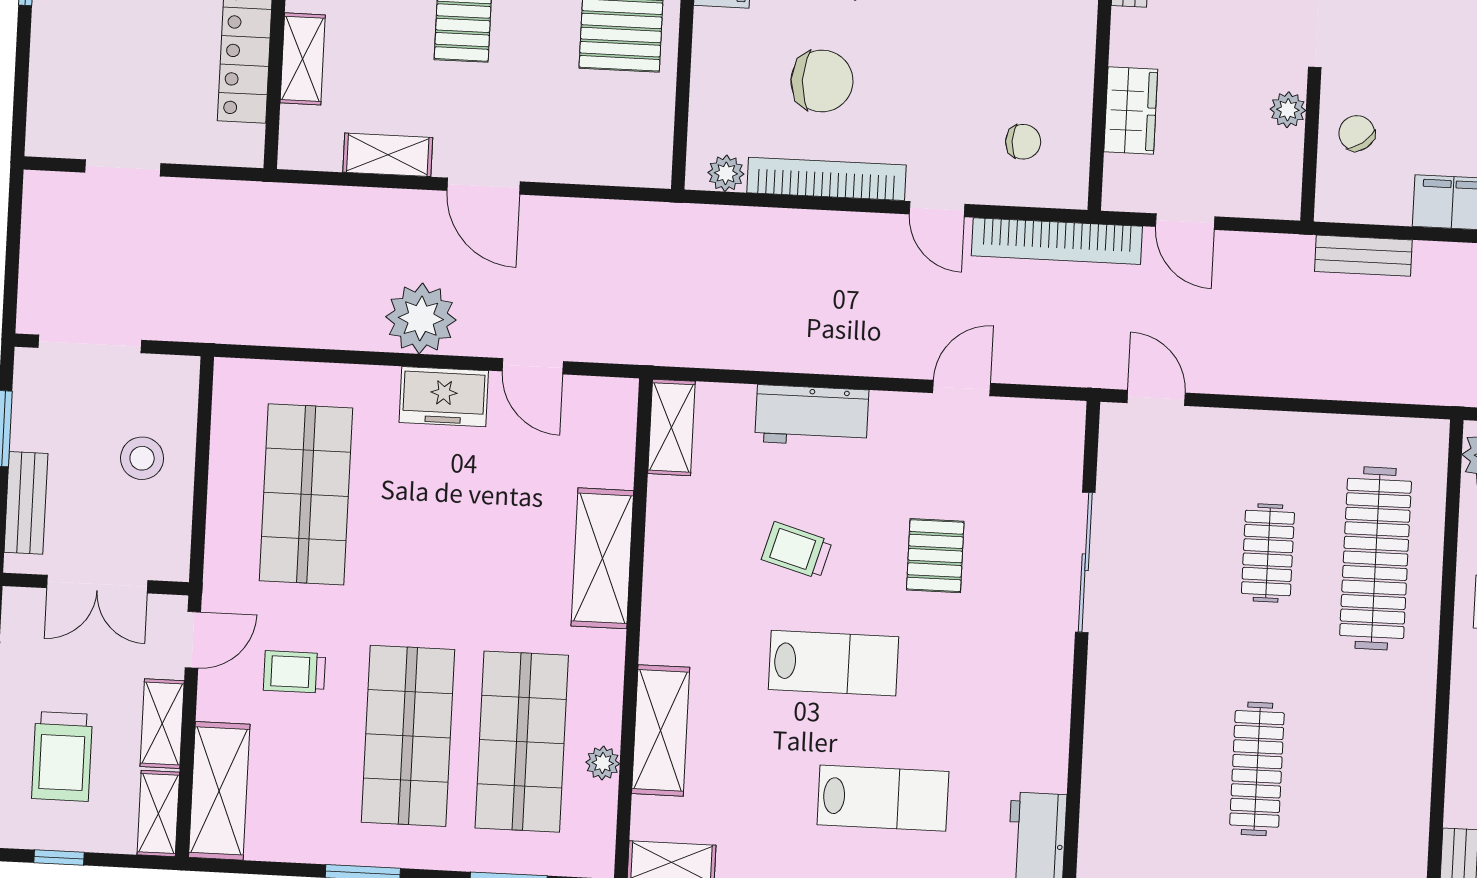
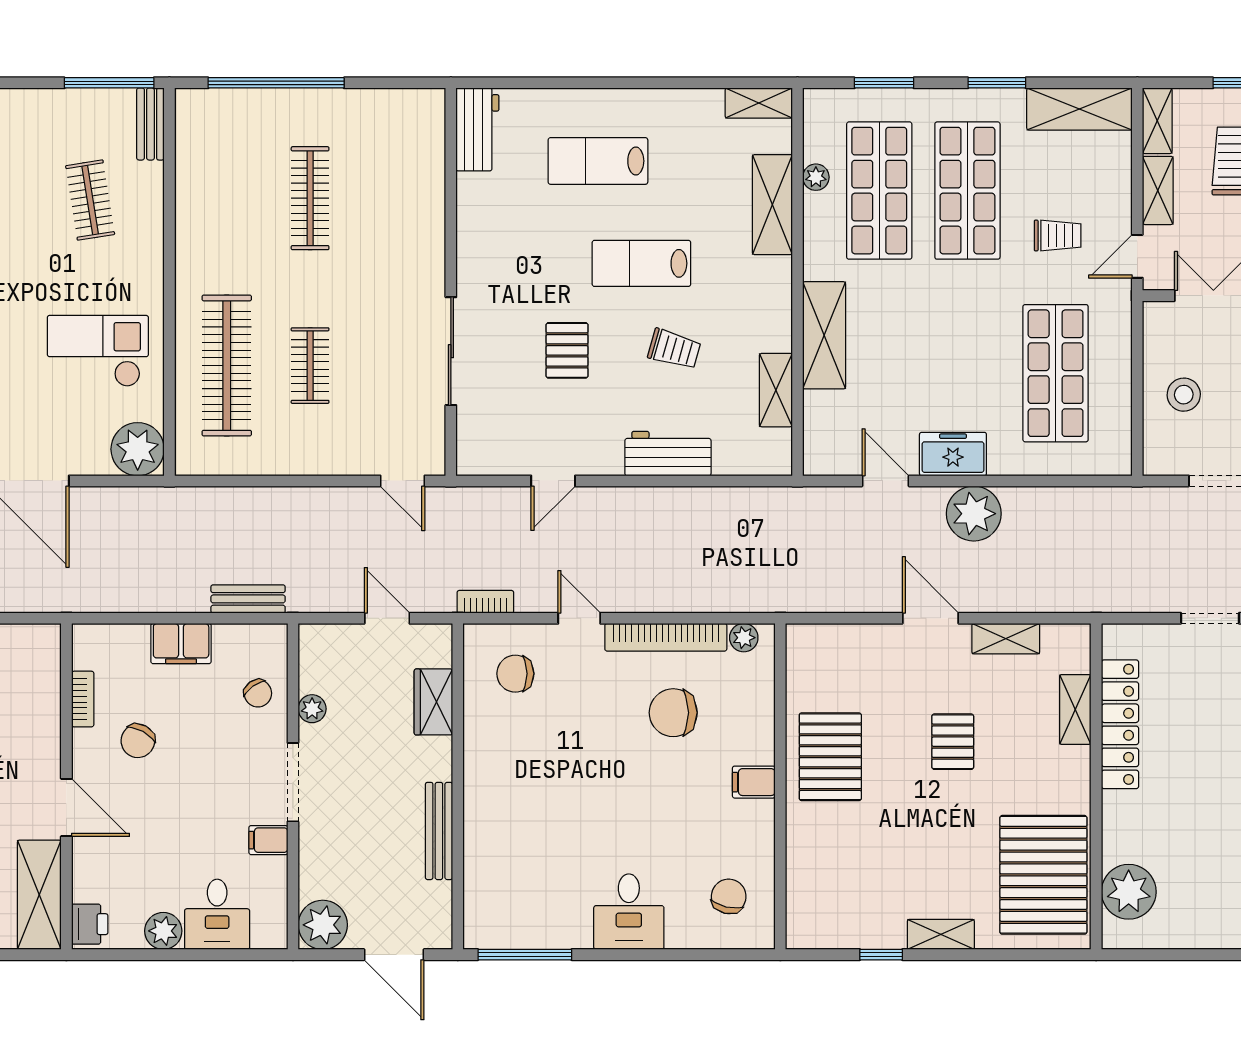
chair: (1023, 142) -> (515, 674), width x1.37, depth x1.37
bookcase: (1057, 241) -> (485, 602), width x0.43, depth x0.76
shelving: (671, 427) -> (776, 390), moved
shelving: (219, 791) -> (1079, 109), moved, turned 90

